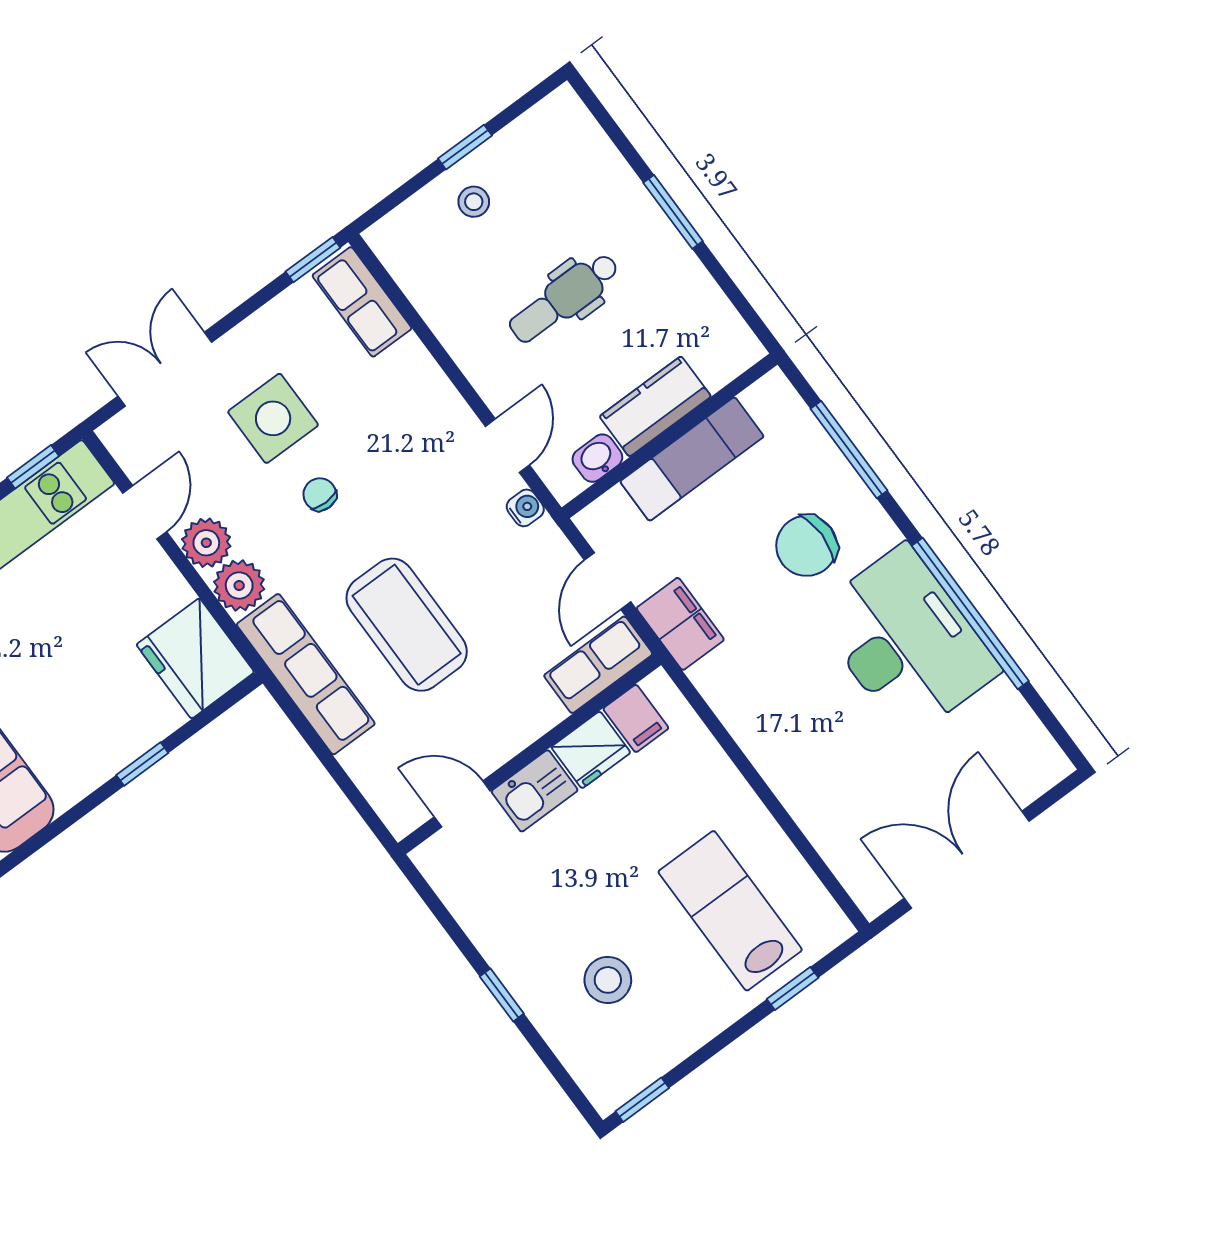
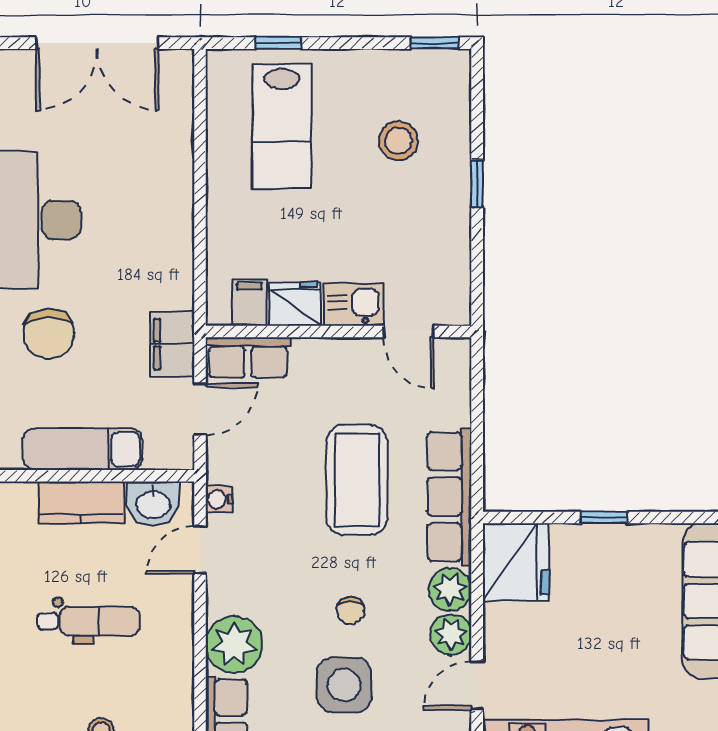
plant: (407, 379) -> (234, 645), added
washbasin: (597, 458) -> (153, 504), width x1.38, depth x1.45
chair: (807, 546) -> (49, 334), turned 88

